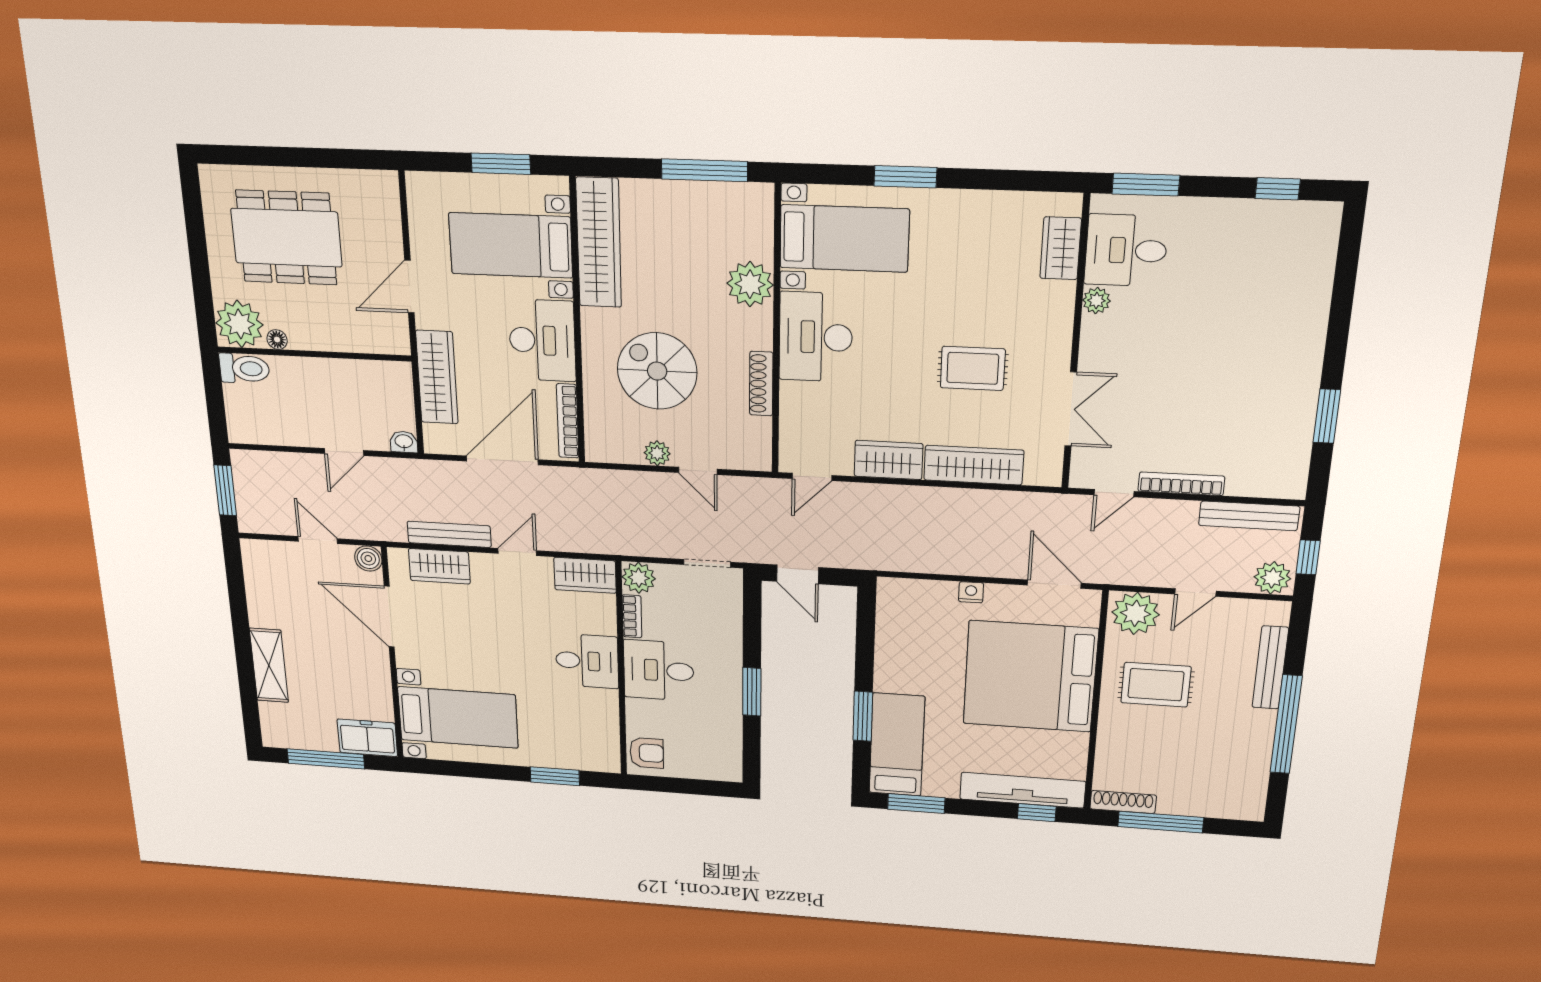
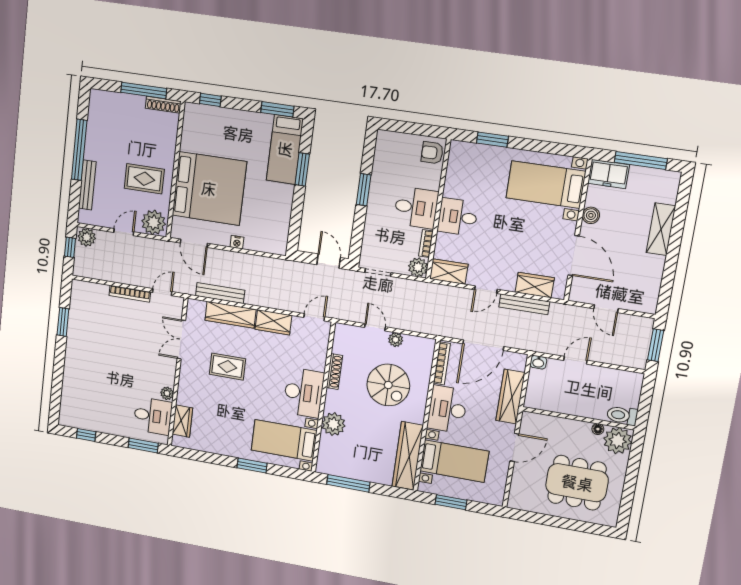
bench: (1249, 516) -> (220, 293), moved
boiler: (368, 559) -> (591, 215), moved
tv unit: (1023, 790) -> (217, 115), removed

